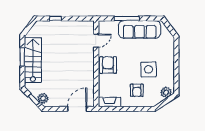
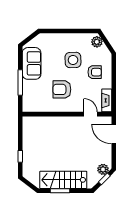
sofa: (140, 29) -> (32, 63), width x0.73
door: (96, 41) -> (90, 114), moved
armchair: (108, 65) -> (62, 89), moved

